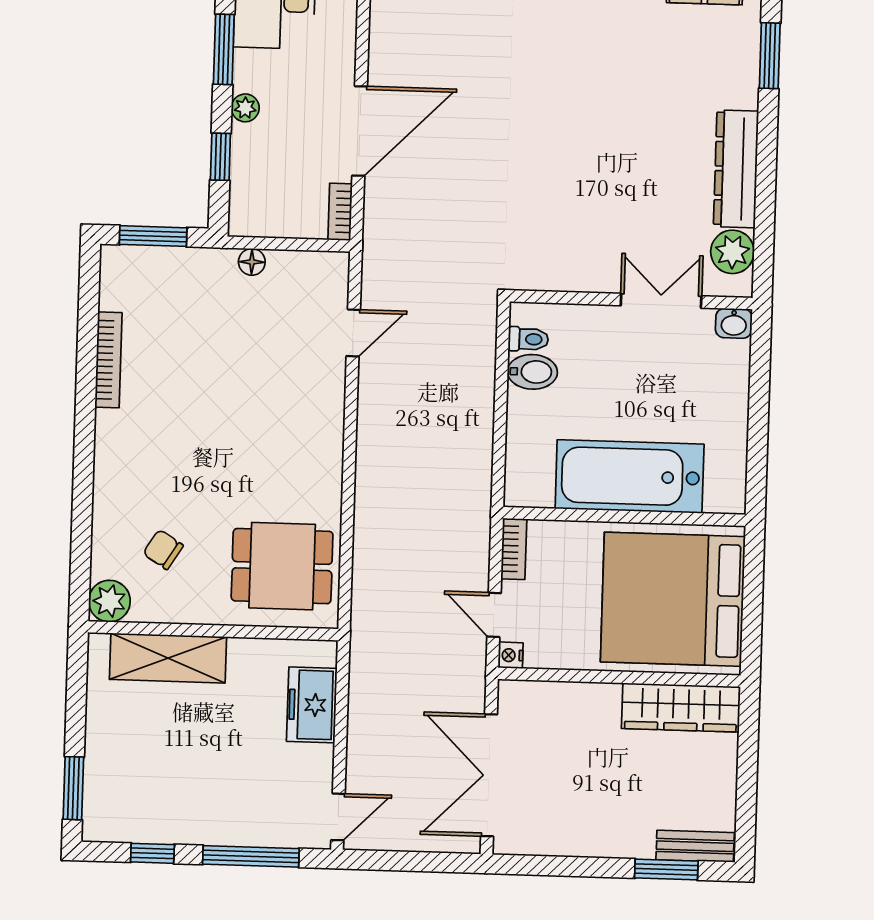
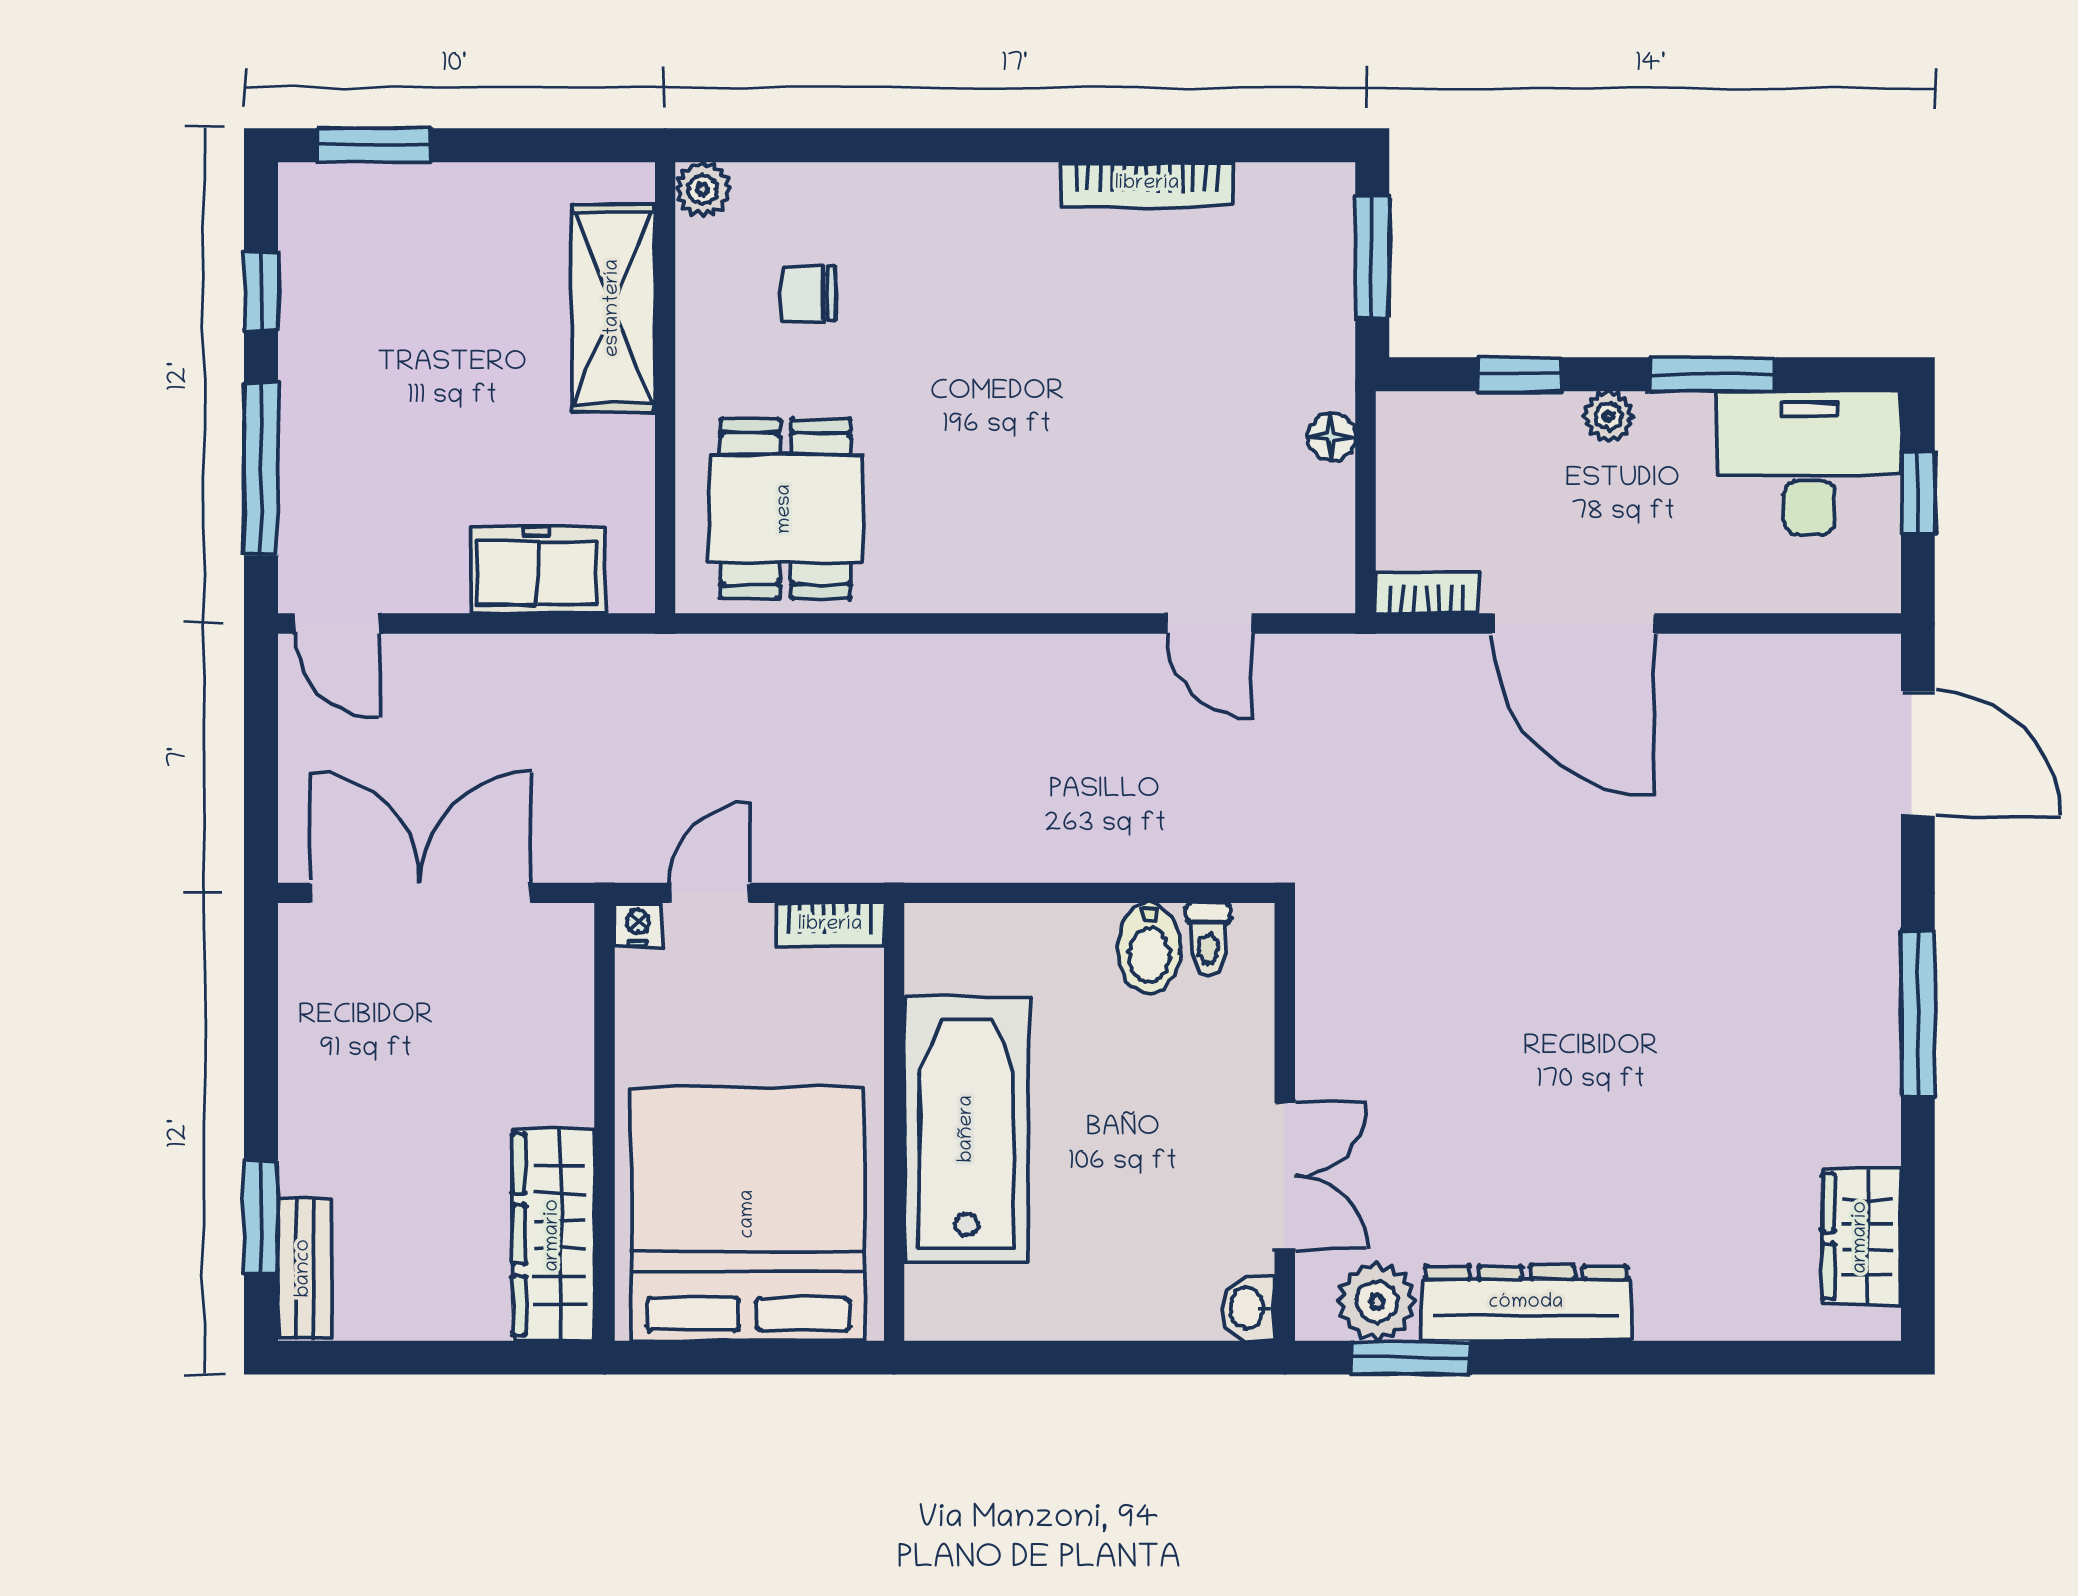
window: (770, 56) -> (1410, 1358), moved
chair: (163, 549) -> (809, 293), turned -122
plant: (109, 601) -> (702, 189), width x0.73, depth x0.73

